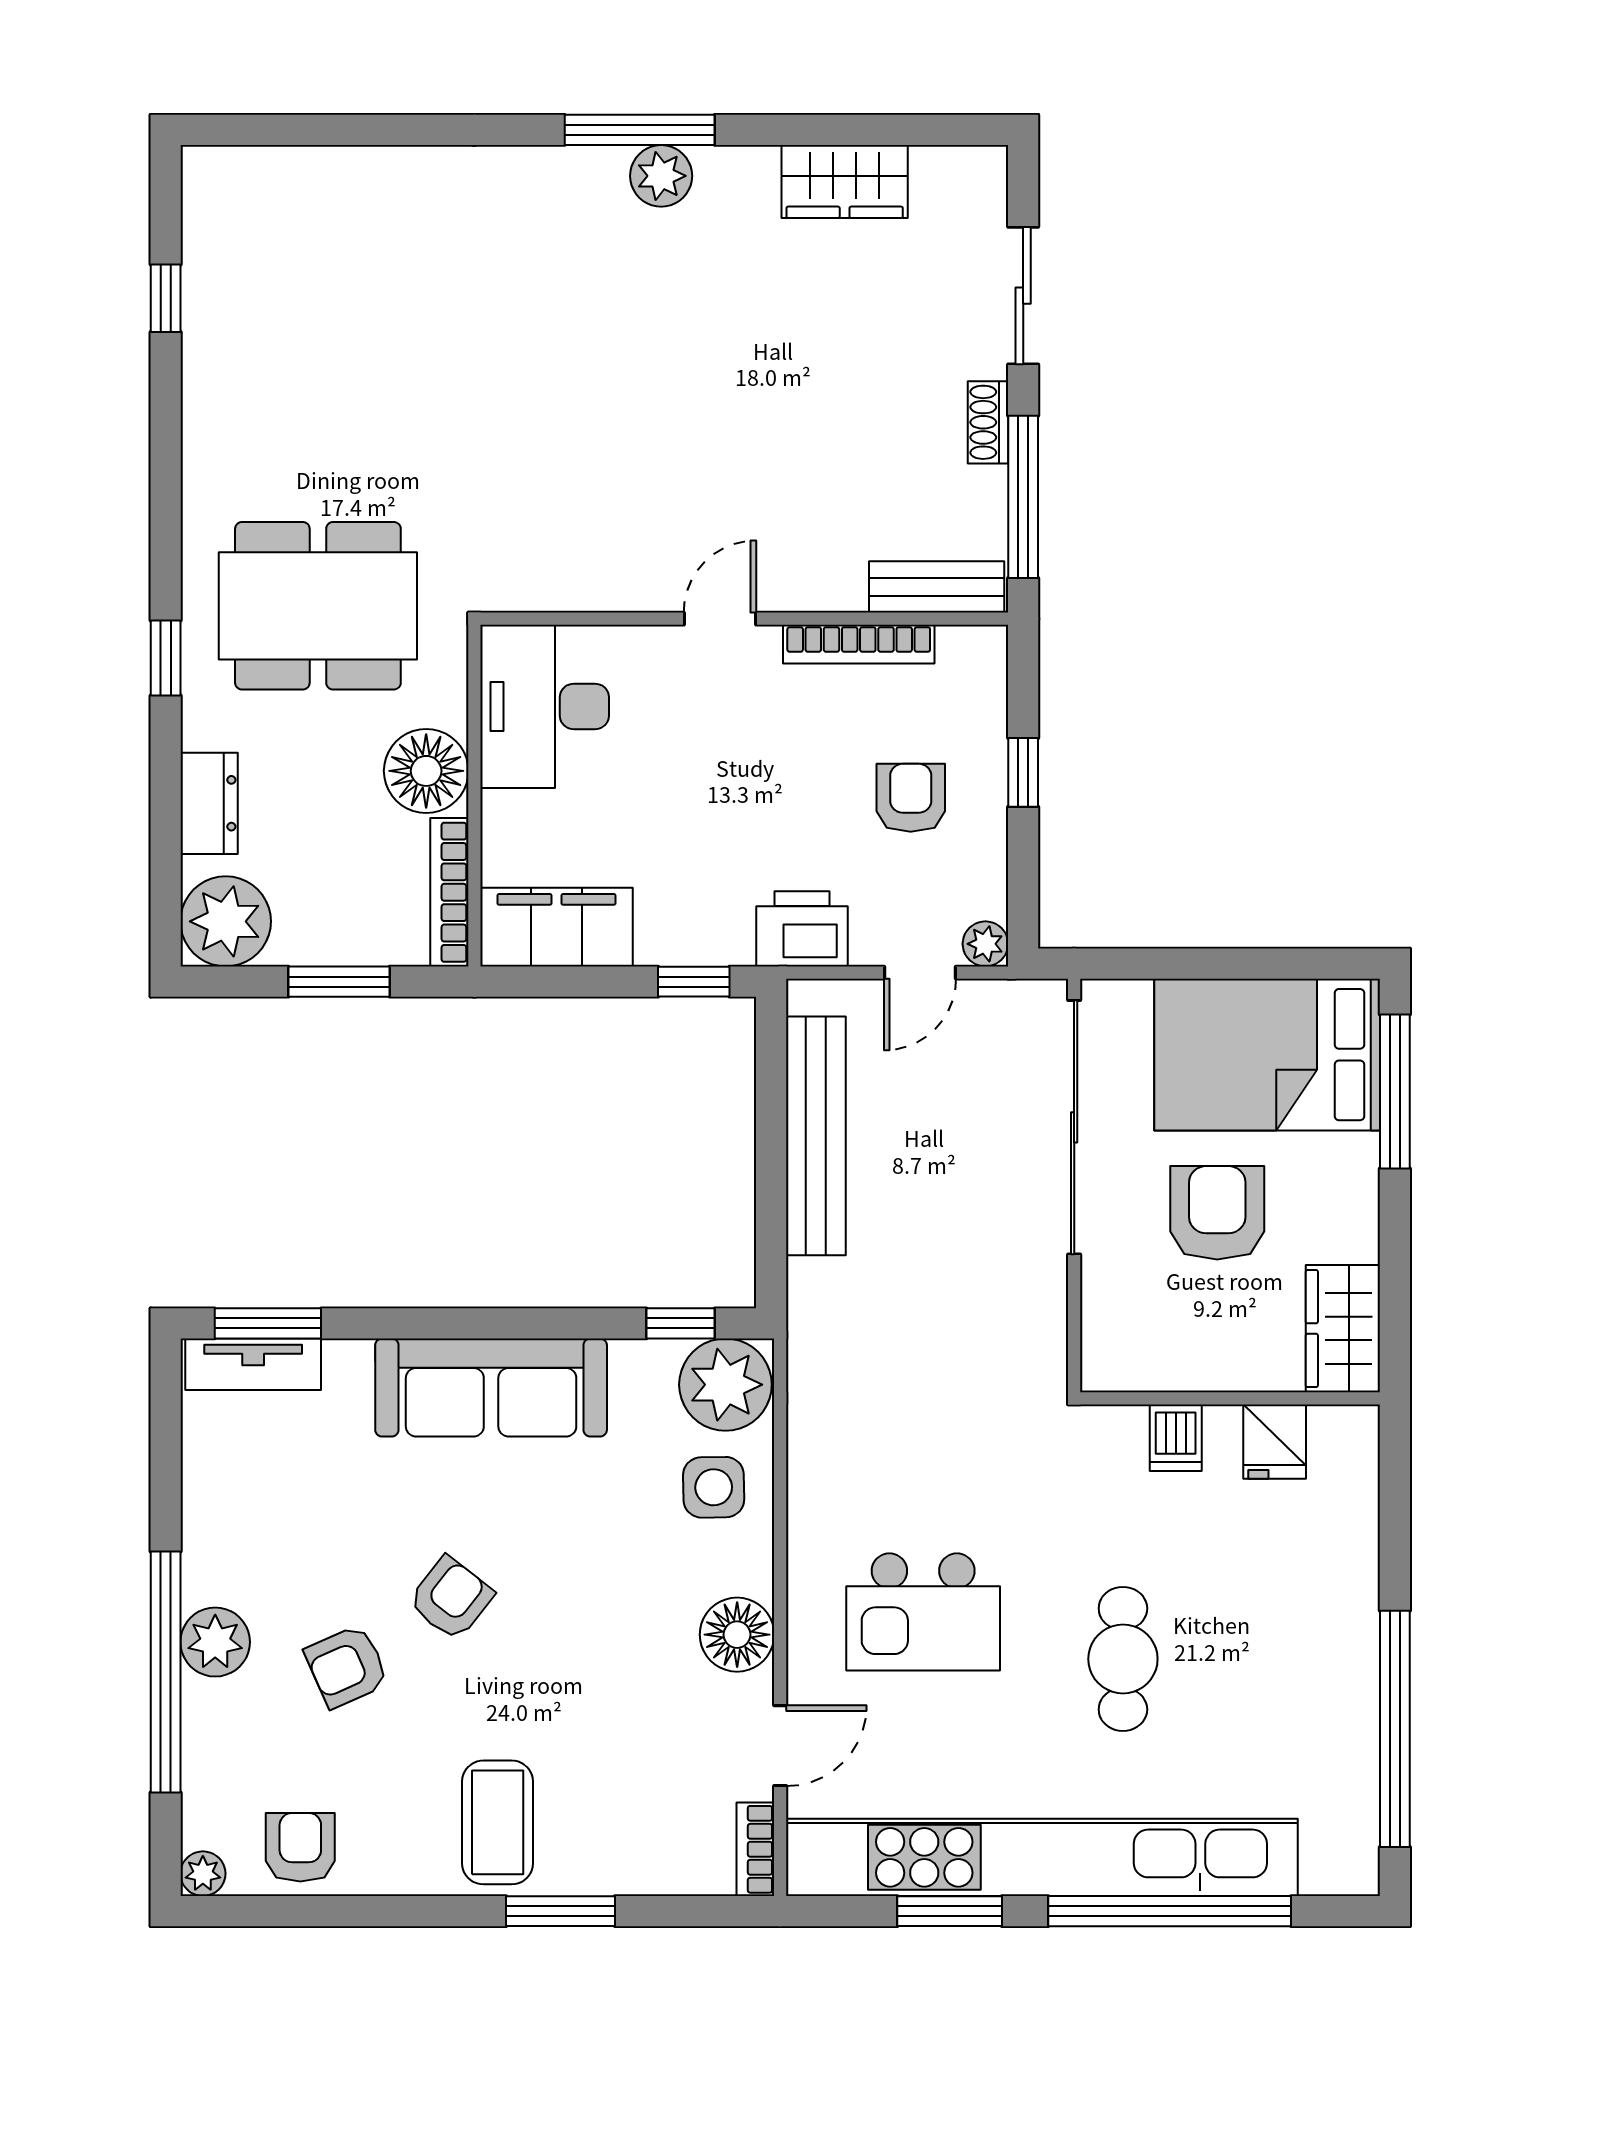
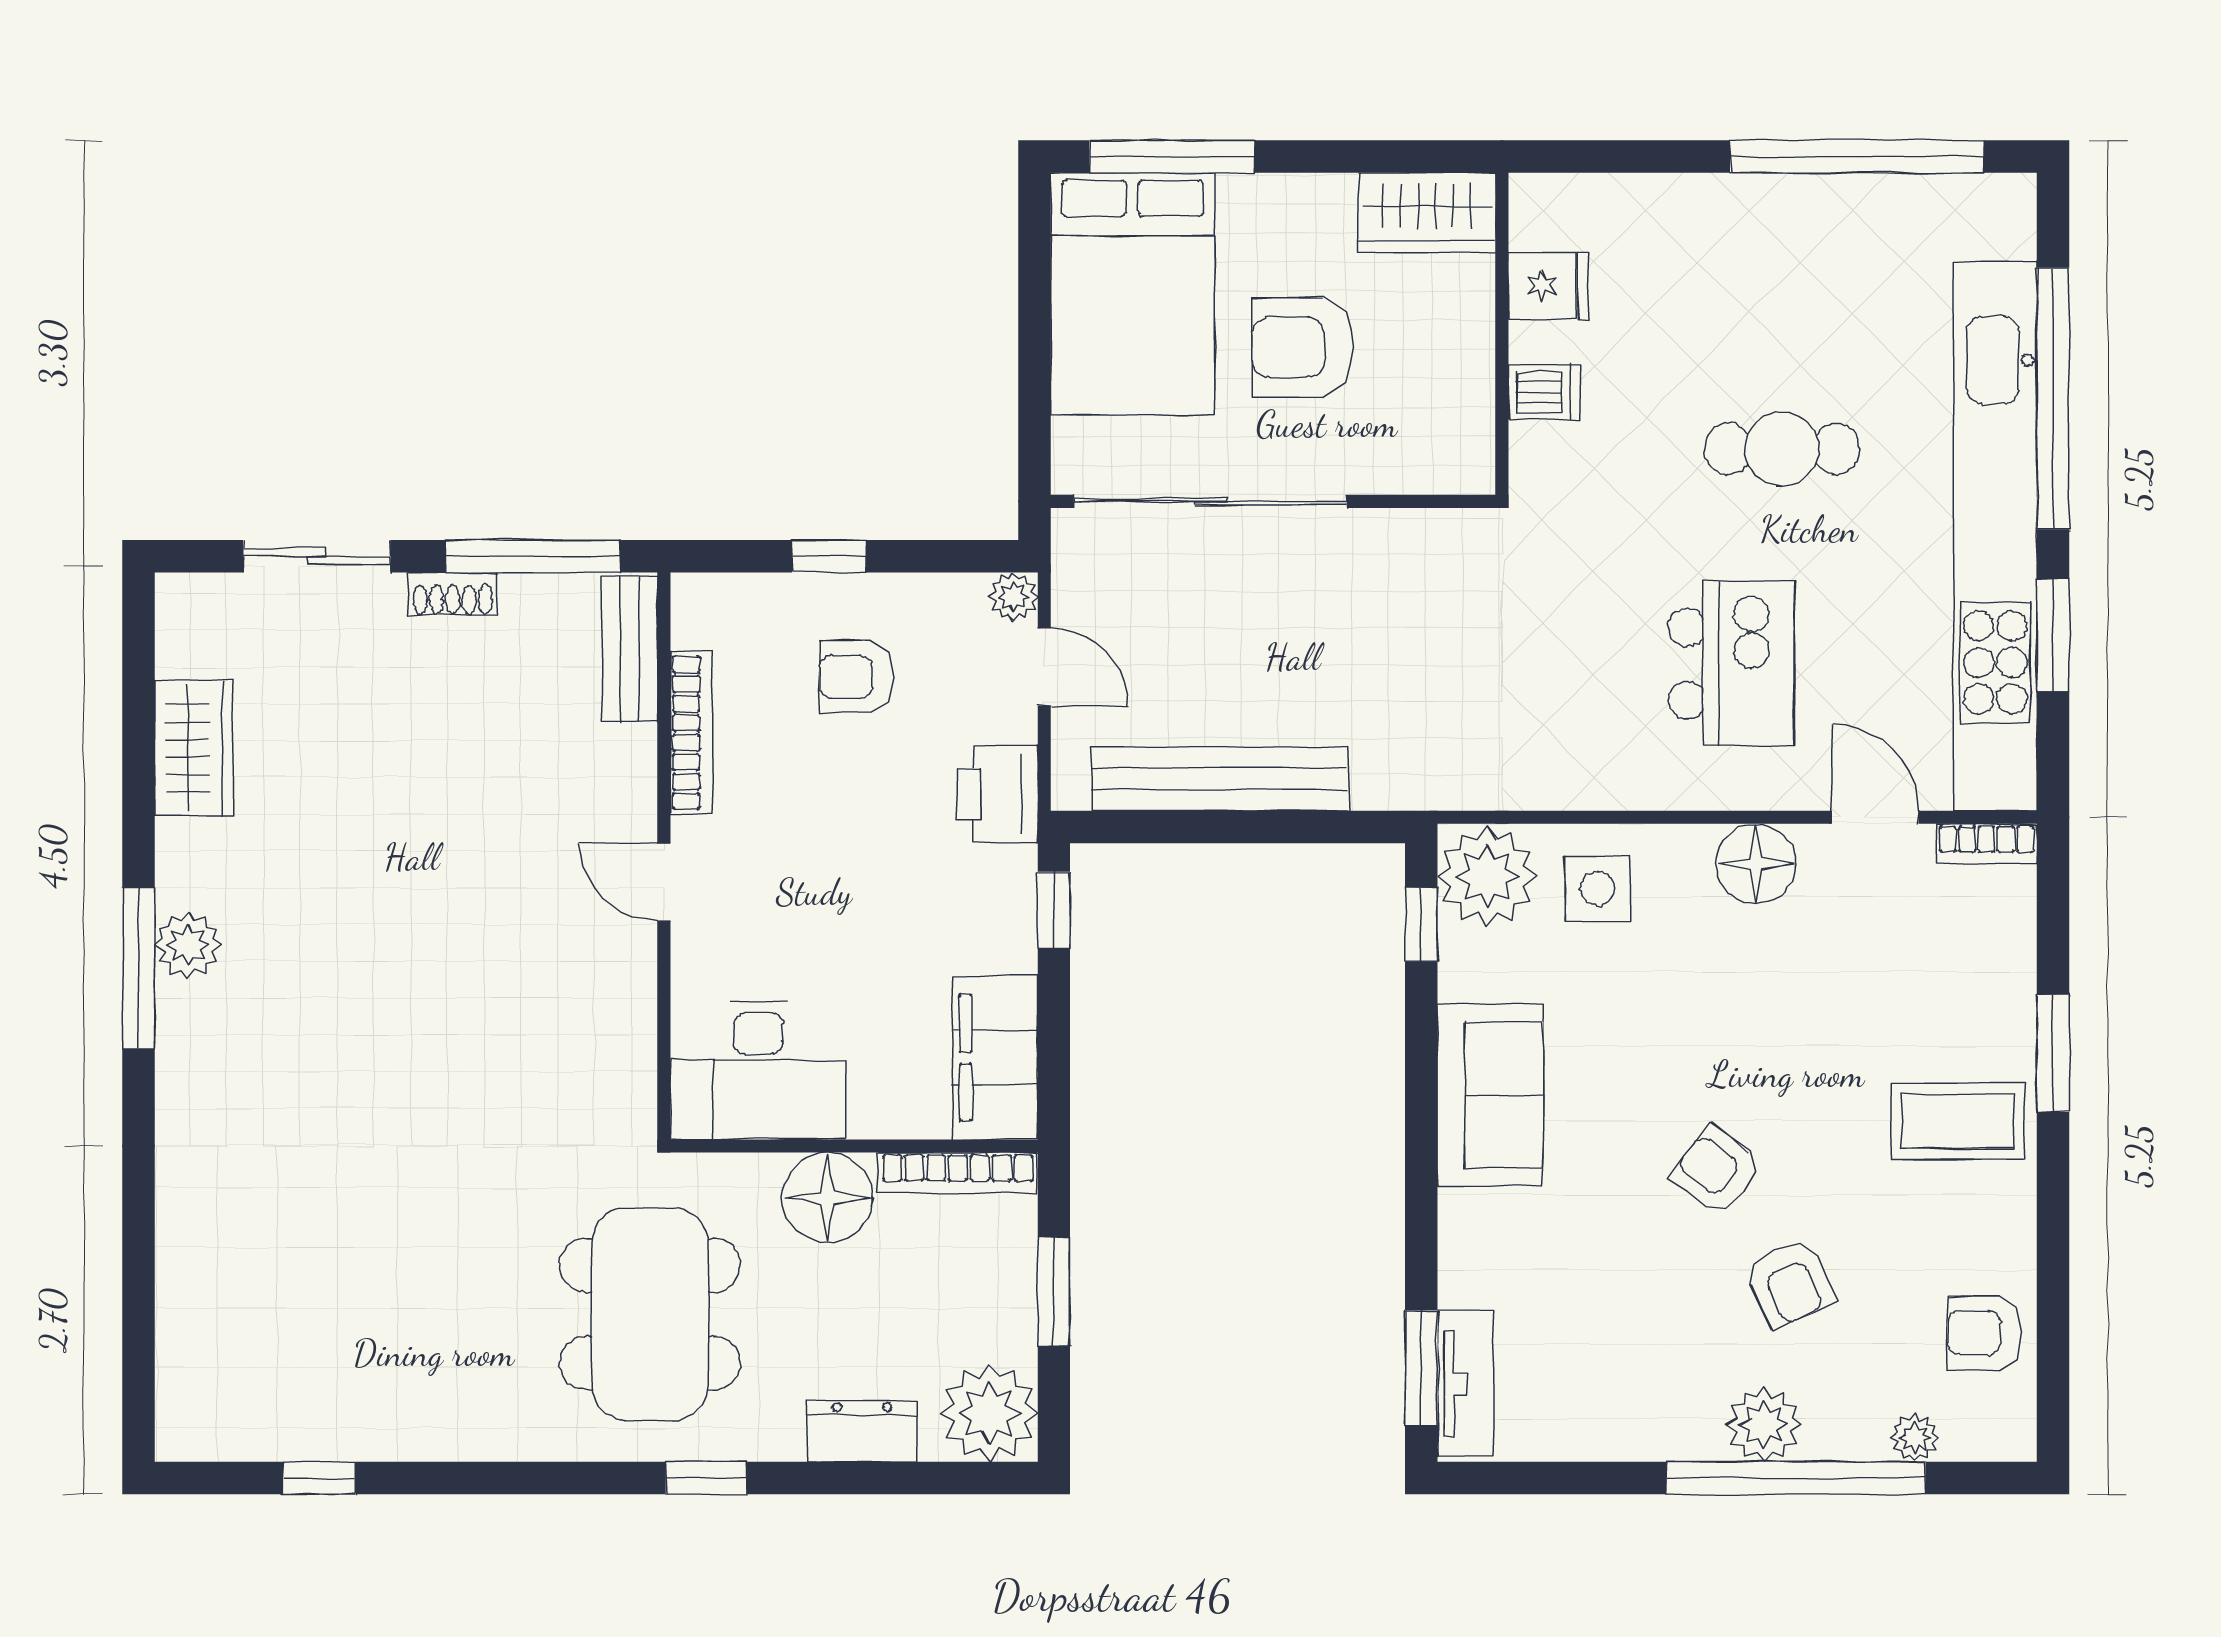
sofa: (491, 1388) -> (1490, 1095), width x0.73
plant: (203, 1874) -> (1915, 1438), moved

